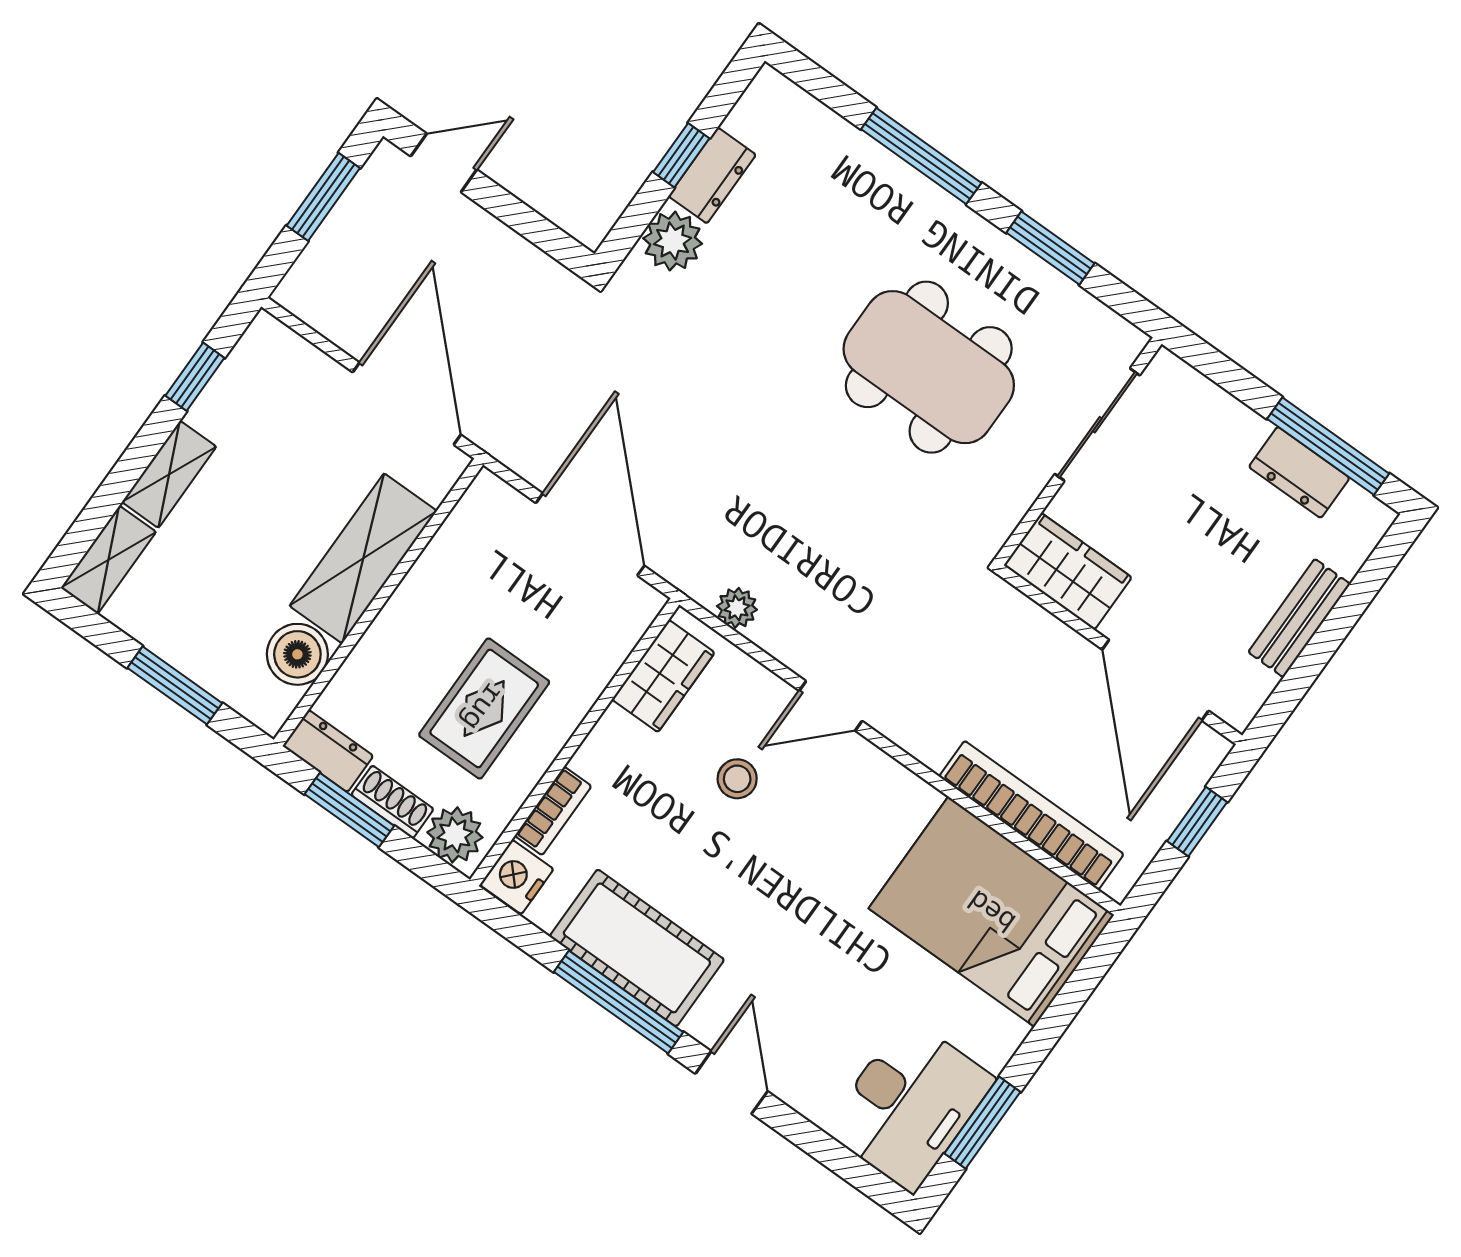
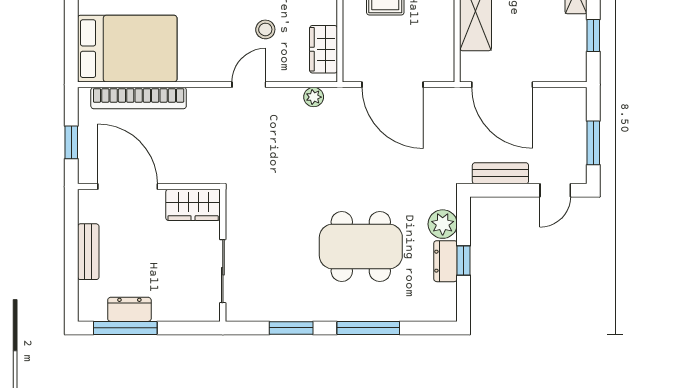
bench: (515, 257) -> (500, 173), added
dining table: (929, 367) -> (361, 246), moved

